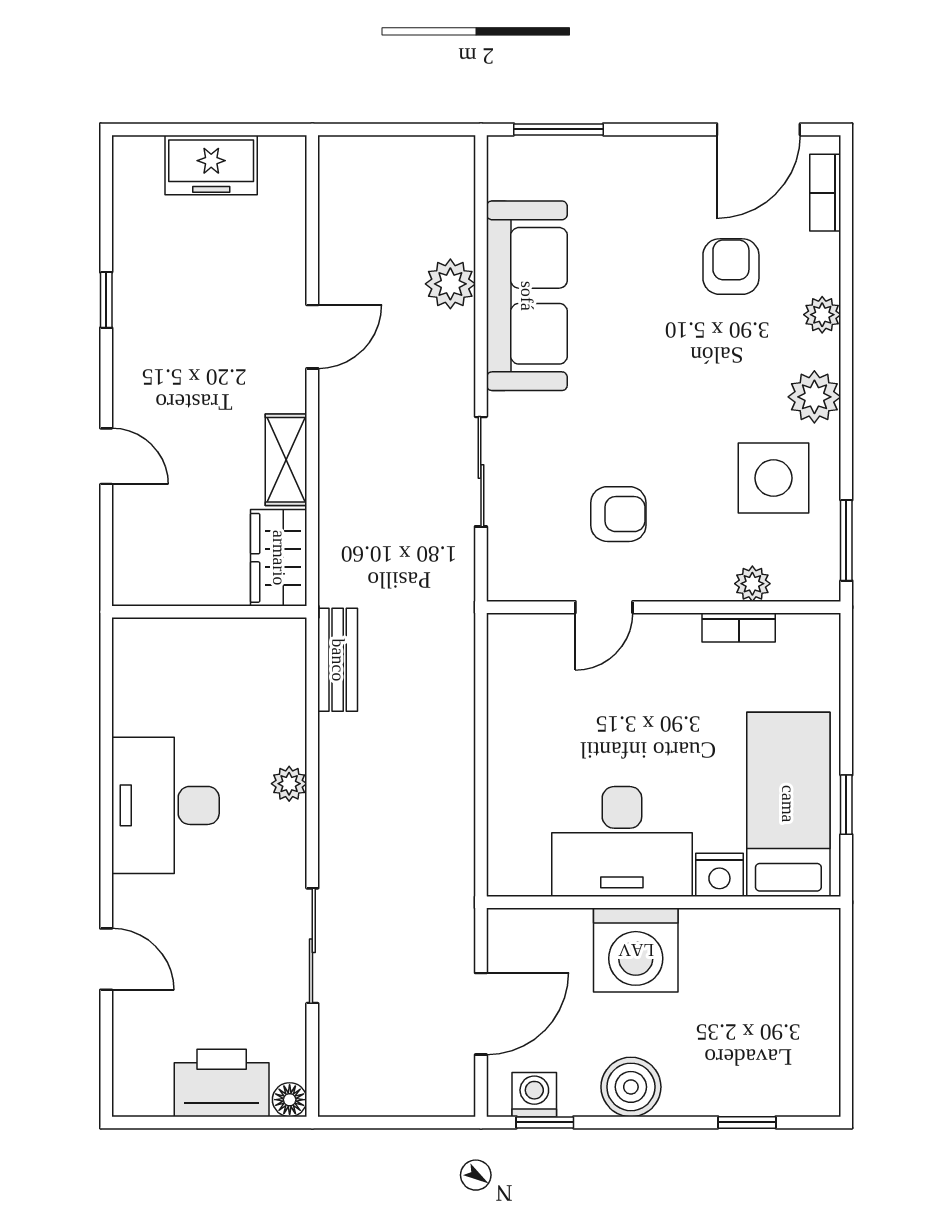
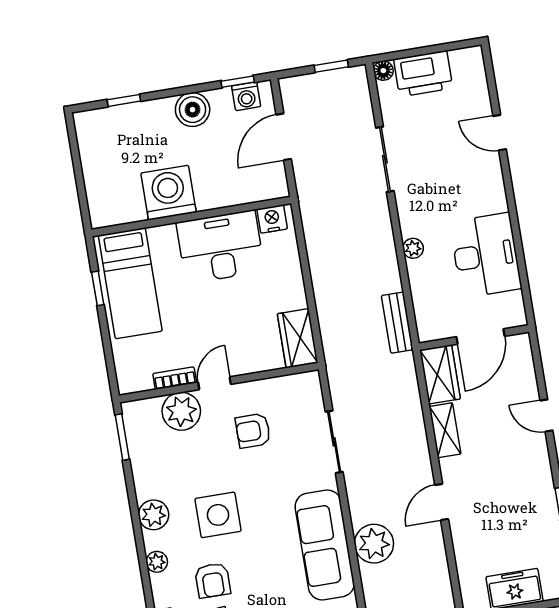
plant: (450, 284) -> (374, 544), width x1.36, depth x1.36
side table: (773, 478) -> (218, 515), moved
plant: (752, 584) -> (181, 411), width x1.87, depth x1.87
door: (604, 607) -> (215, 383), moved
door: (198, 612) -> (480, 336), added
wardrobe: (515, 661) -> (298, 338), added
desk: (165, 805) -> (486, 255), moved
nightstand: (719, 875) -> (272, 219), moved
washing machine: (636, 950) -> (169, 193), moved
window: (378, 1122) -> (331, 66), added

